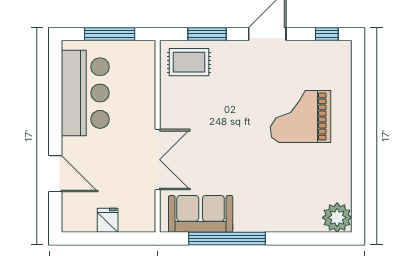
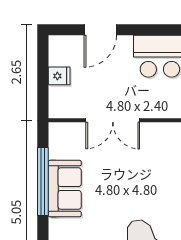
sofa: (201, 214) -> (65, 189), moved

